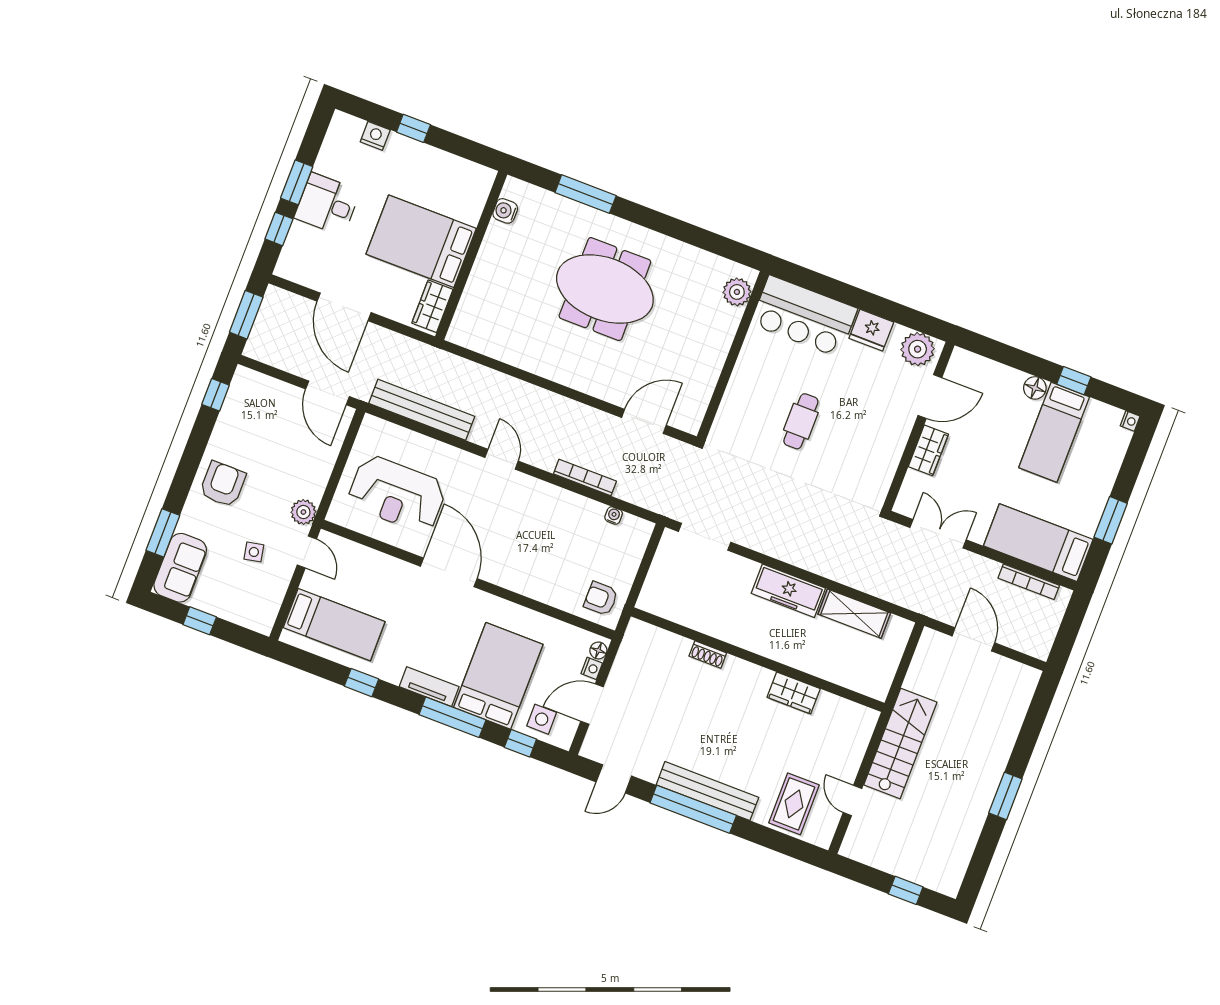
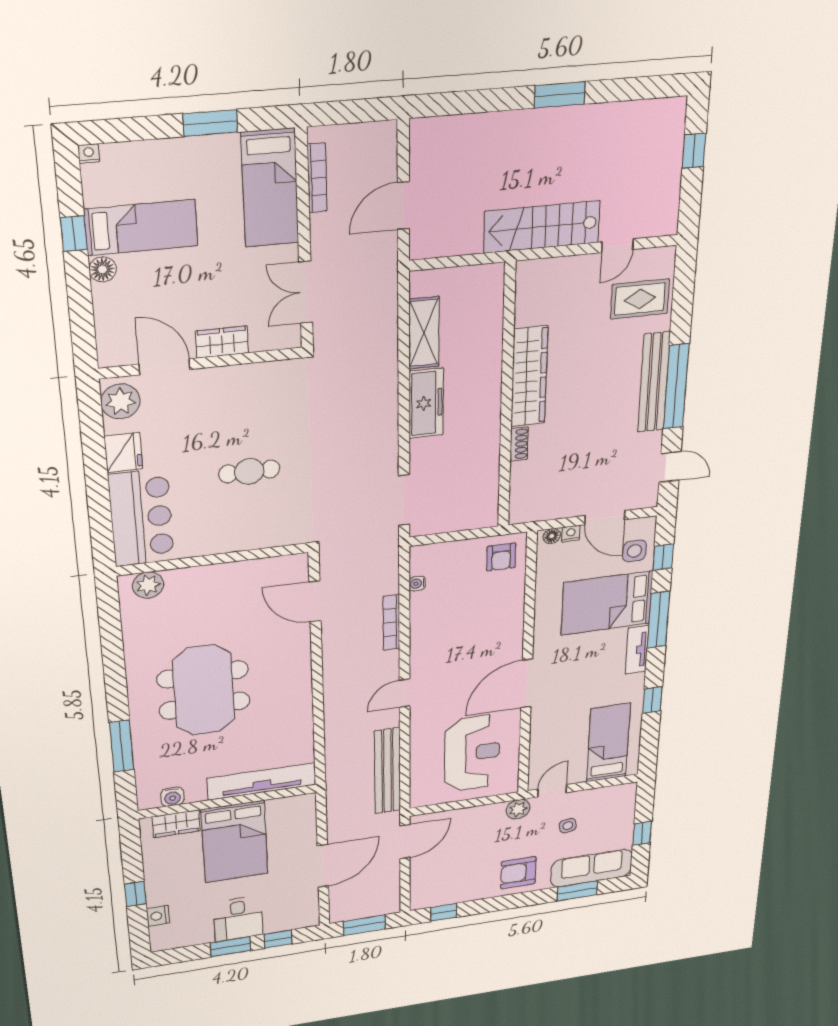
tv unit: (476, 295) -> (262, 781), added
wardrobe: (432, 306) -> (176, 824), moved
sofa: (180, 568) -> (592, 868), width x1.36
wardrobe: (794, 693) -> (529, 377), width x2.10, depth x1.17

